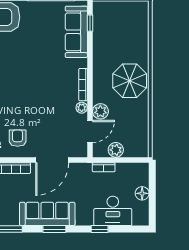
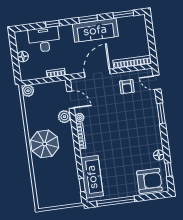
door: (90, 131) -> (71, 100), swing flipped
plant: (116, 150) -> (28, 91), moved

